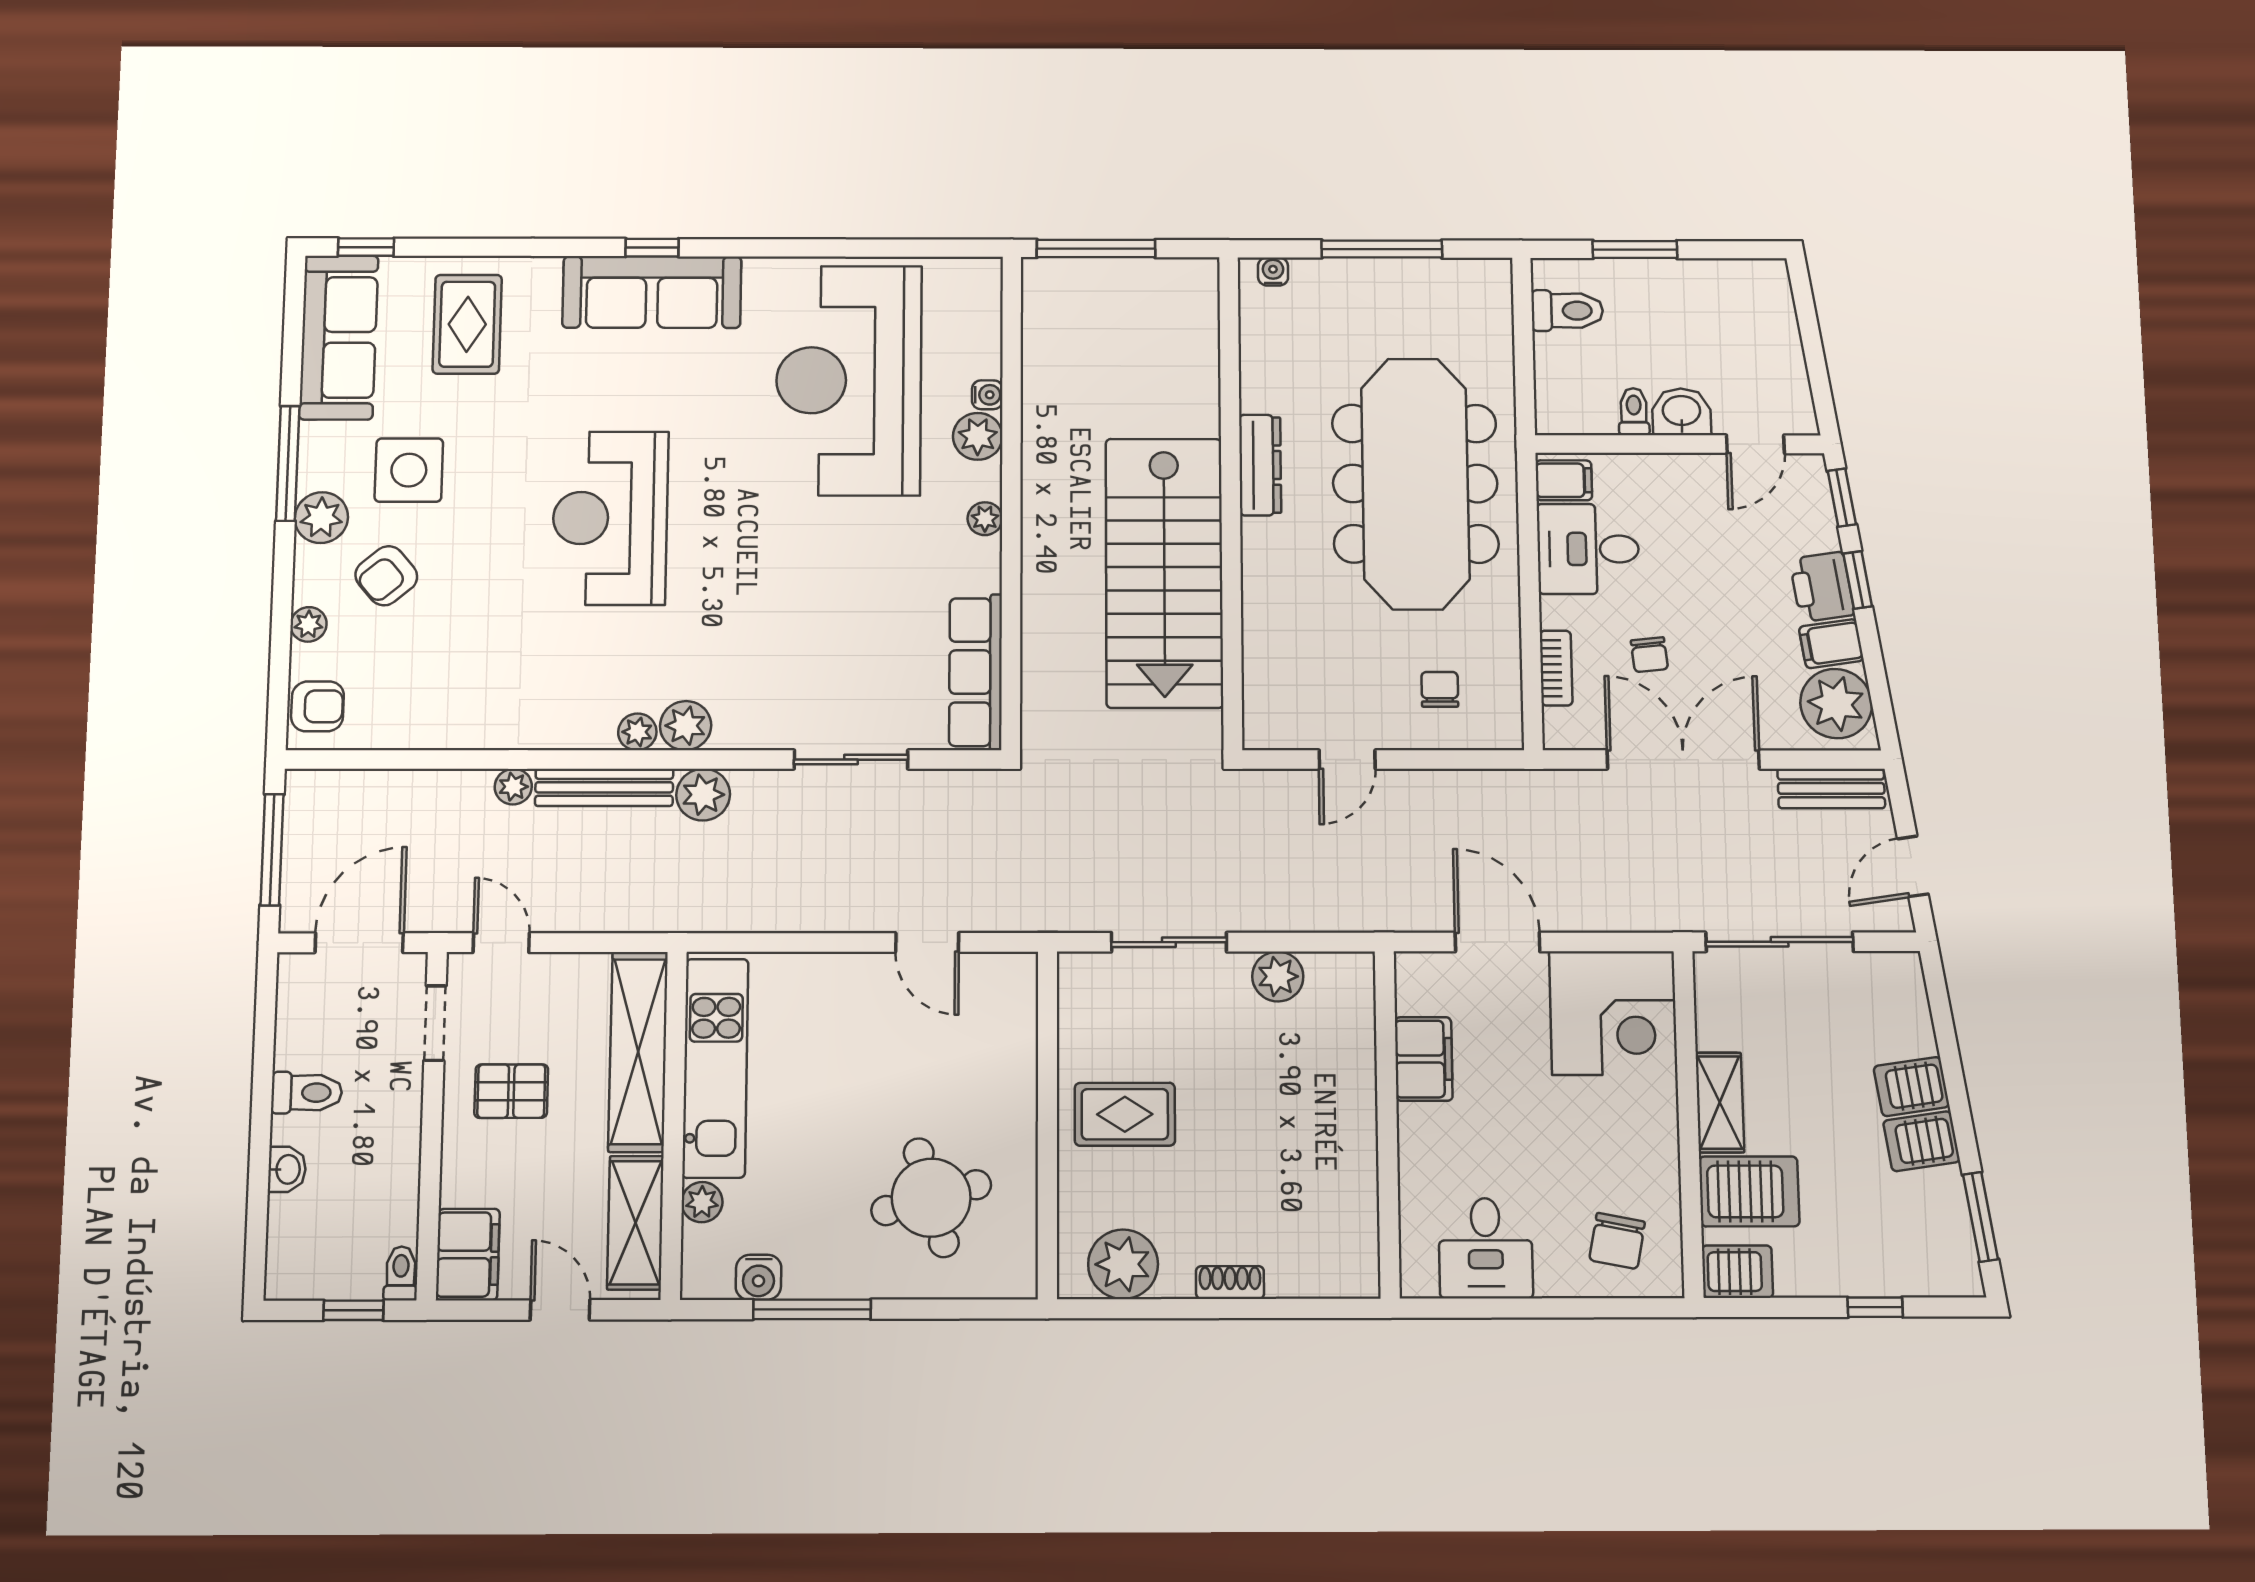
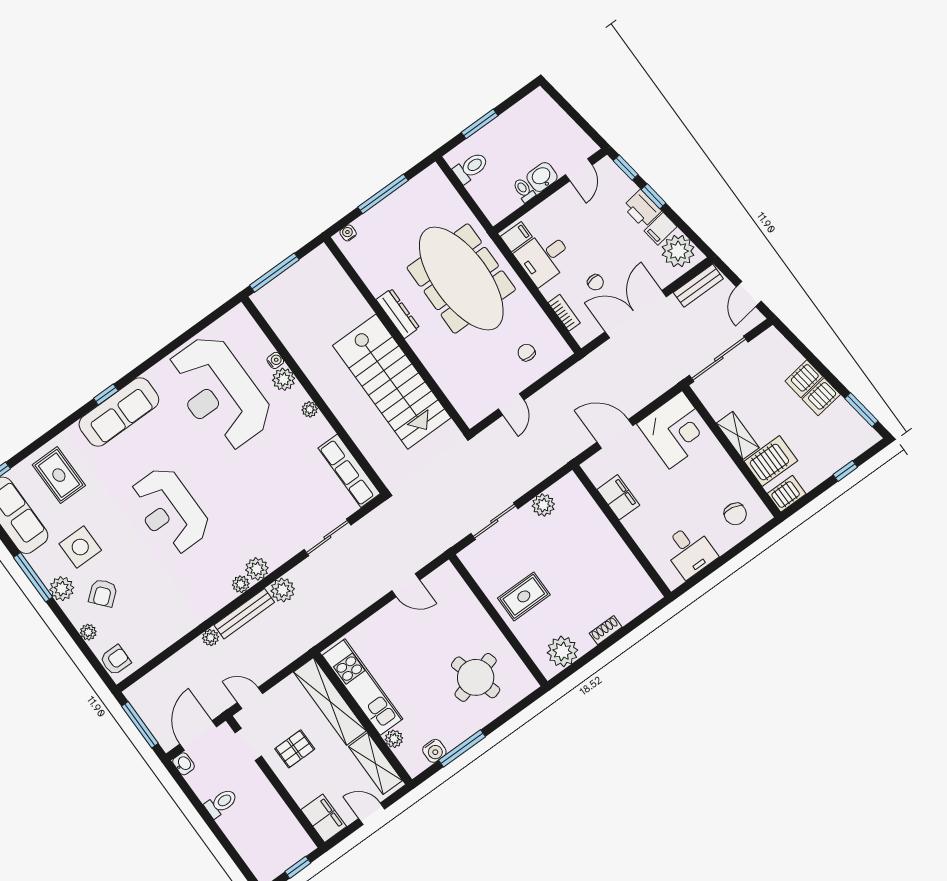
washbasin: (287, 1169) -> (184, 764), moved
toilet: (401, 1273) -> (305, 842), removed

